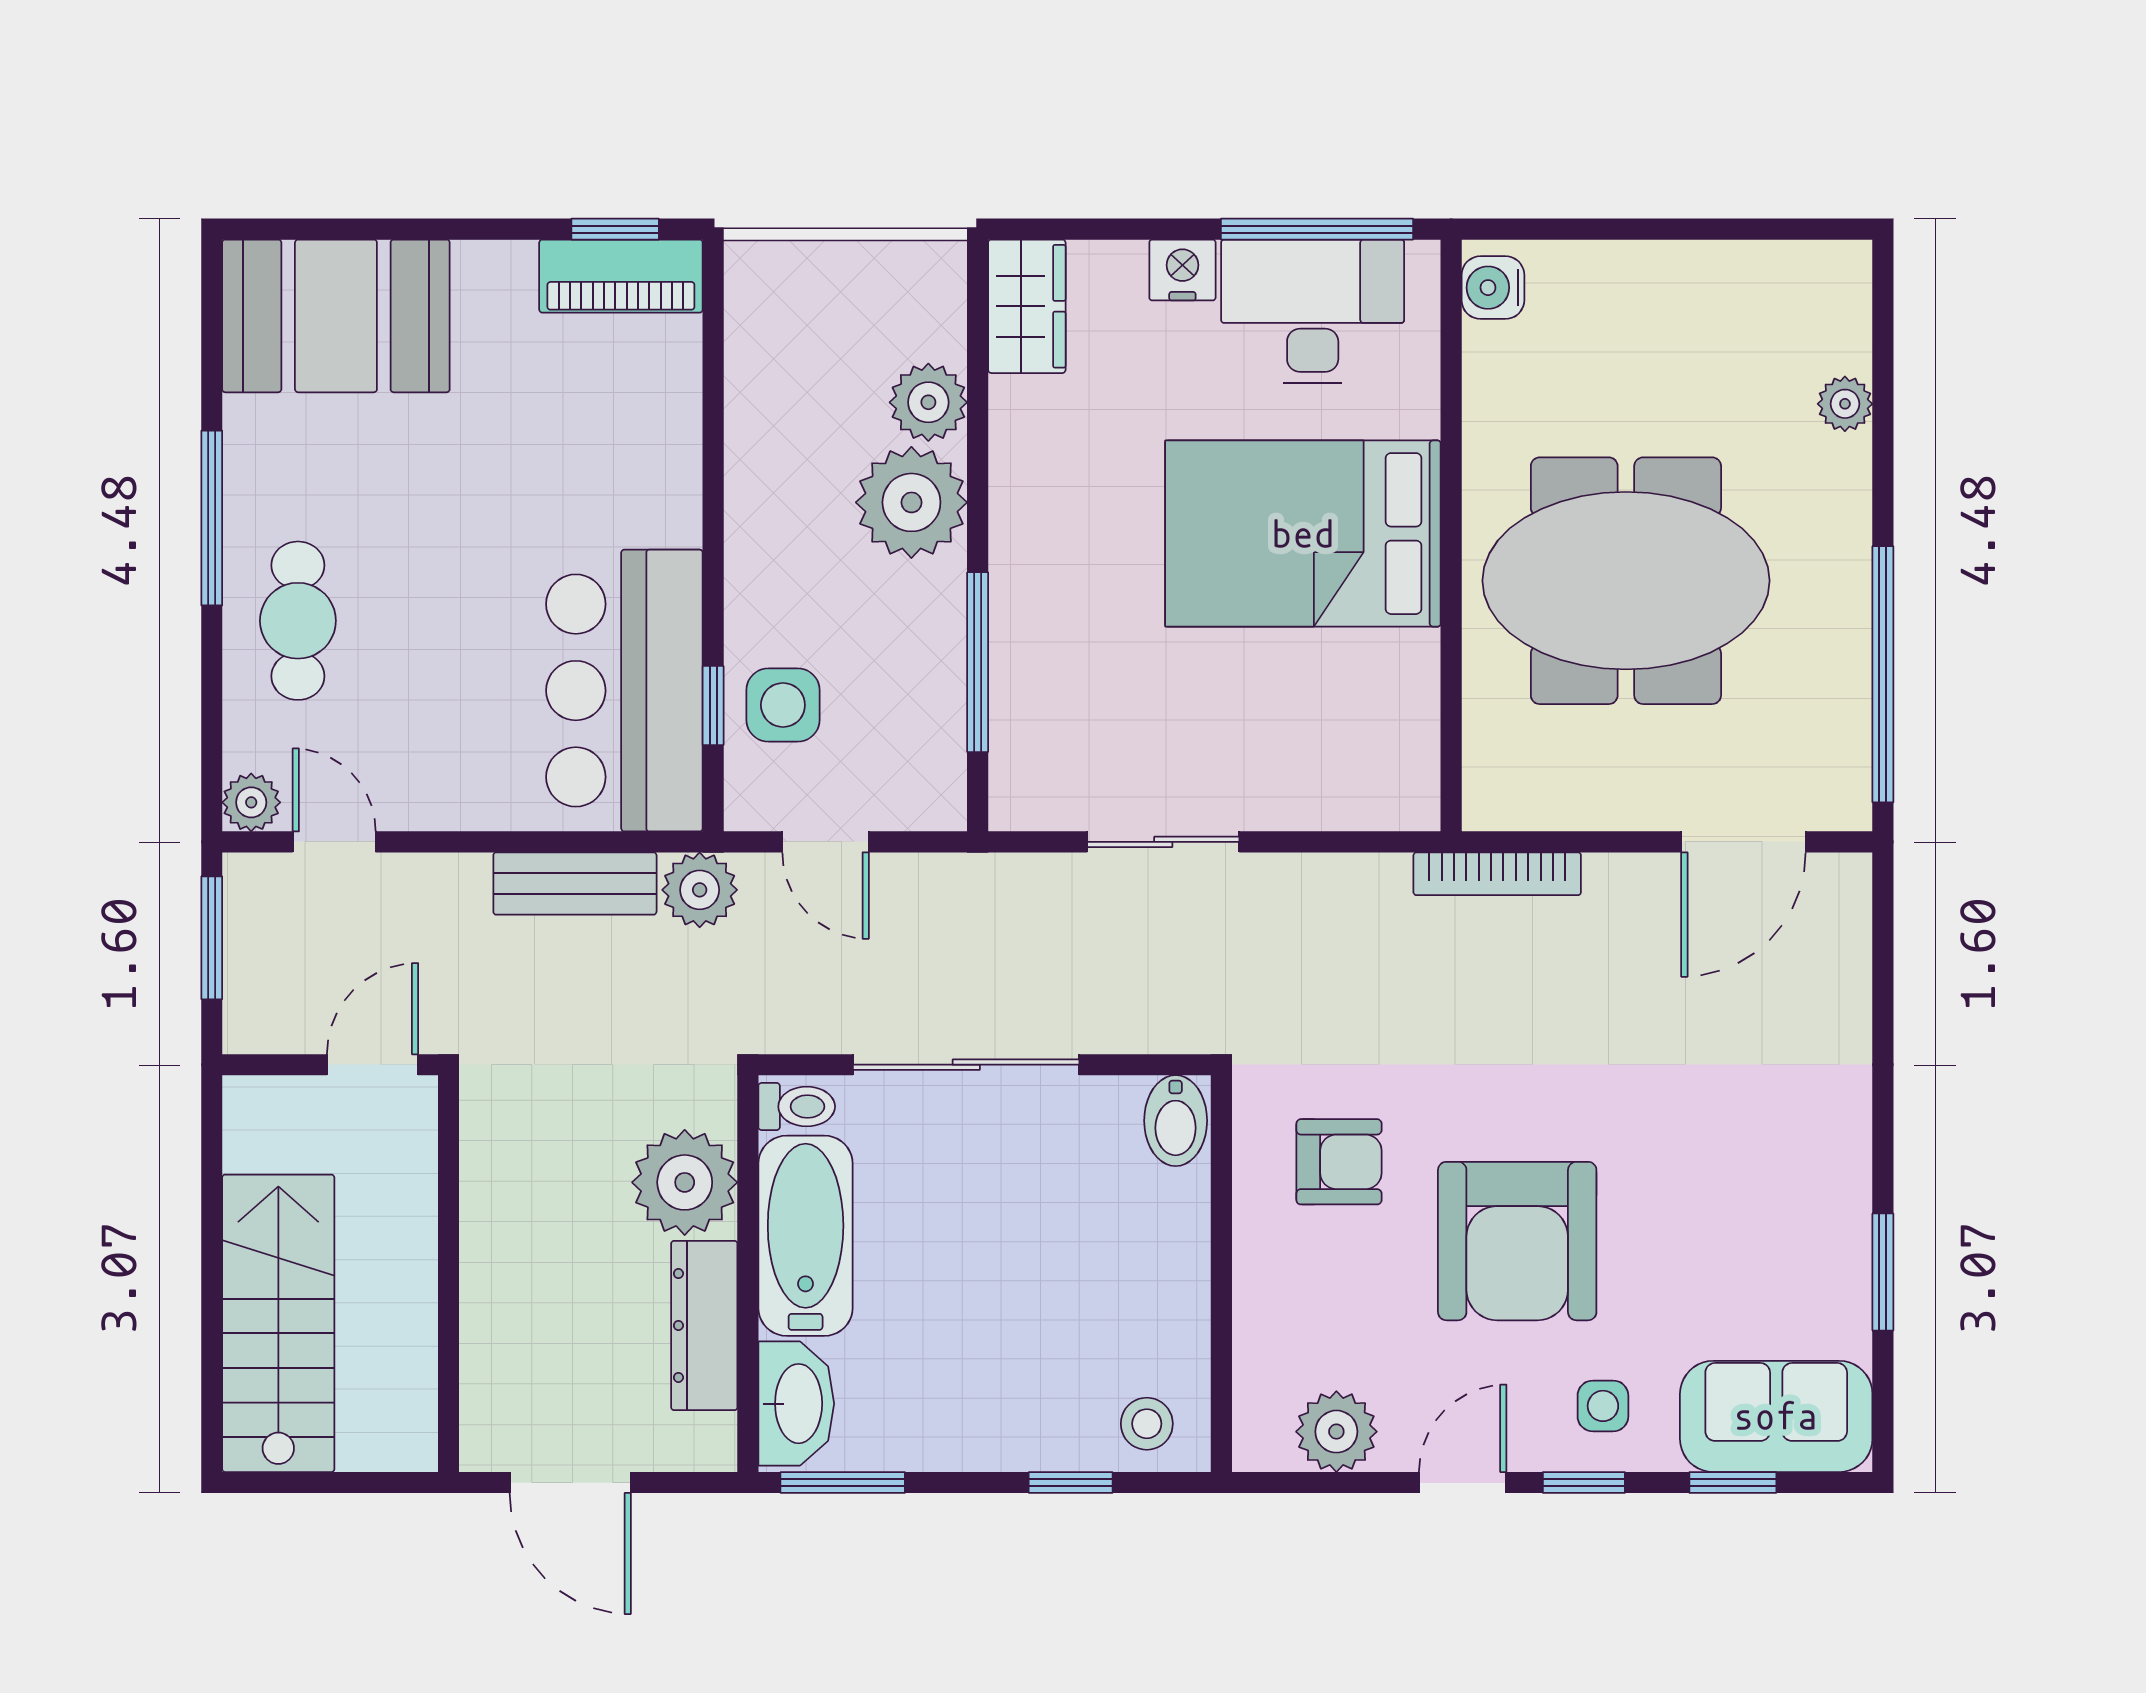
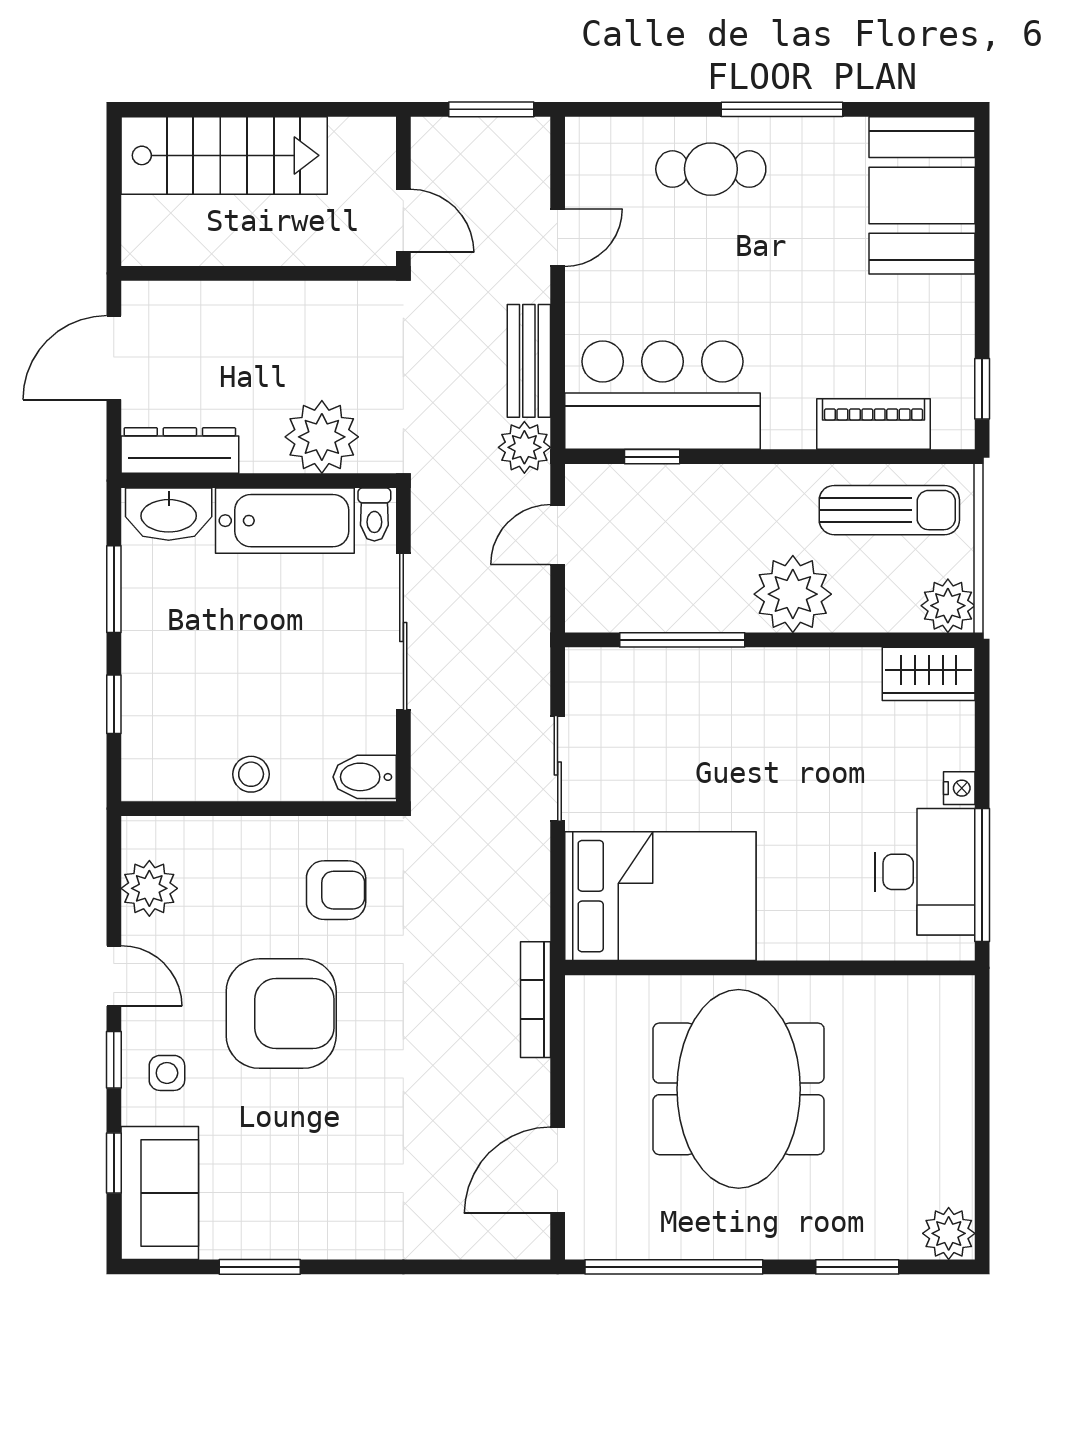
nightstand: (1182, 270) -> (959, 788), width x0.72, depth x0.74
piano: (621, 276) -> (874, 424), moved, turned 90
water cooler: (1493, 288) -> (942, 997), removed
sun lounger: (790, 363) -> (889, 510), added
plant: (928, 402) -> (948, 606), moved
plant: (1845, 404) -> (949, 1233), moved, width x1.38, depth x1.38
window: (1883, 409) -> (857, 1267), added
bed: (1303, 534) -> (660, 896), moved, turned 90
side table: (783, 705) -> (652, 505), removed
plant: (251, 802) -> (585, 137), removed
door: (334, 842) -> (558, 238), moved
door: (1743, 842) -> (558, 1170), hinge flipped
armchair: (1339, 1162) -> (336, 890), turned -90
armchair: (1517, 1241) -> (281, 1014), turned 180
dresser: (704, 1325) -> (180, 451), moved
stool: (1147, 1424) -> (251, 774), moved
window: (843, 1483) -> (114, 589), moved

